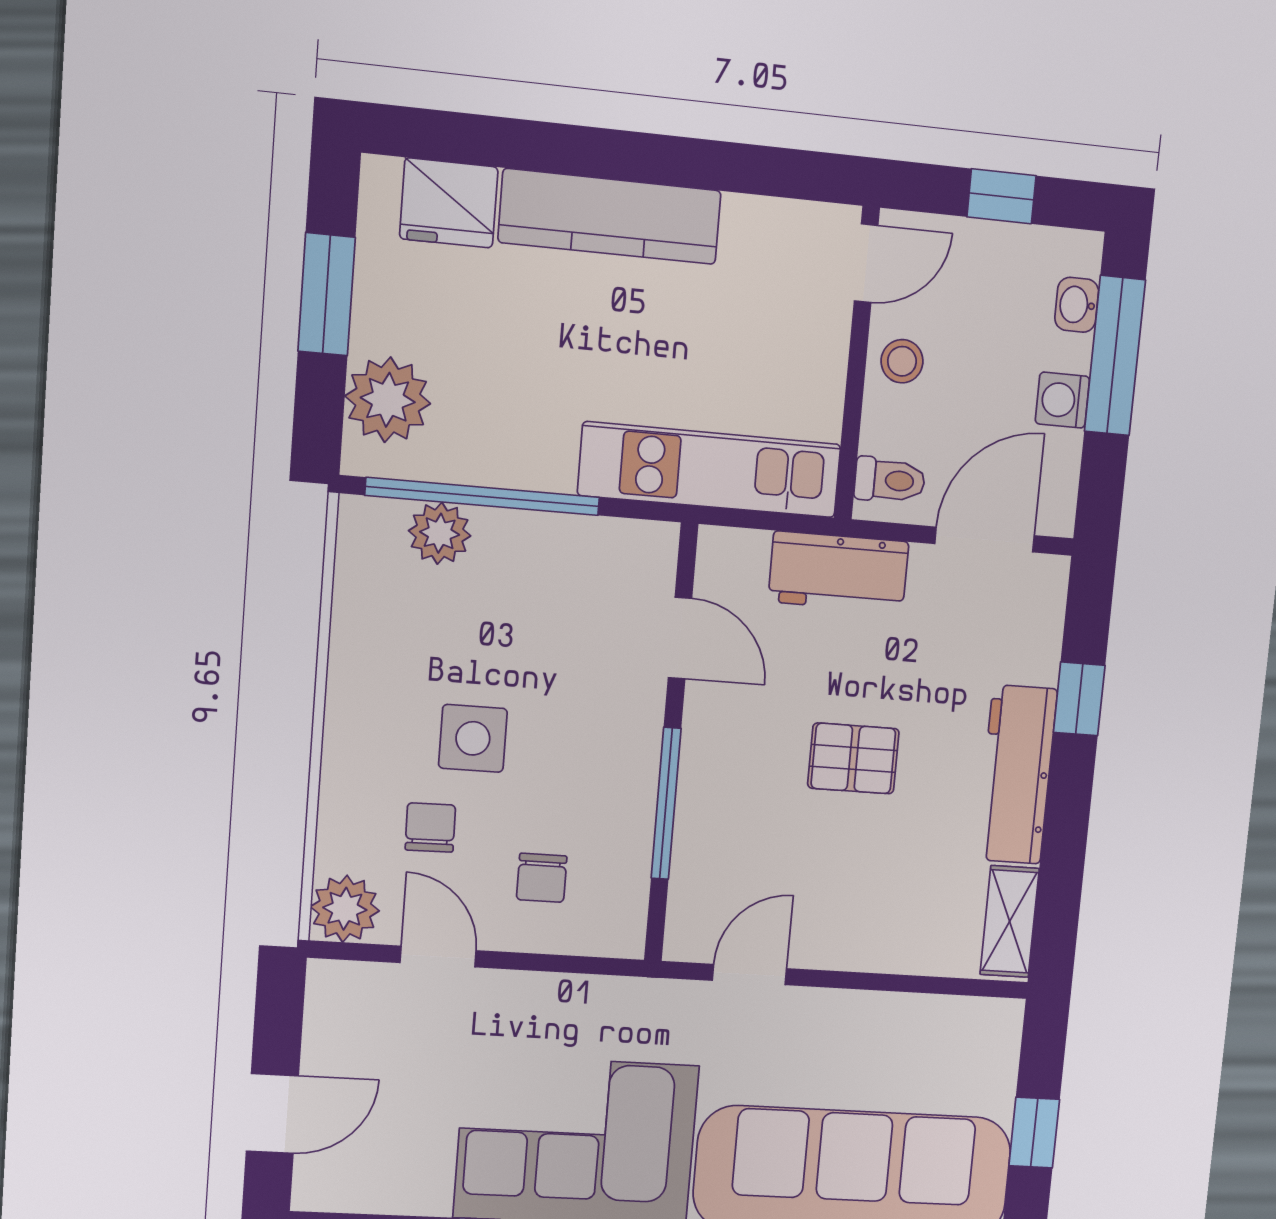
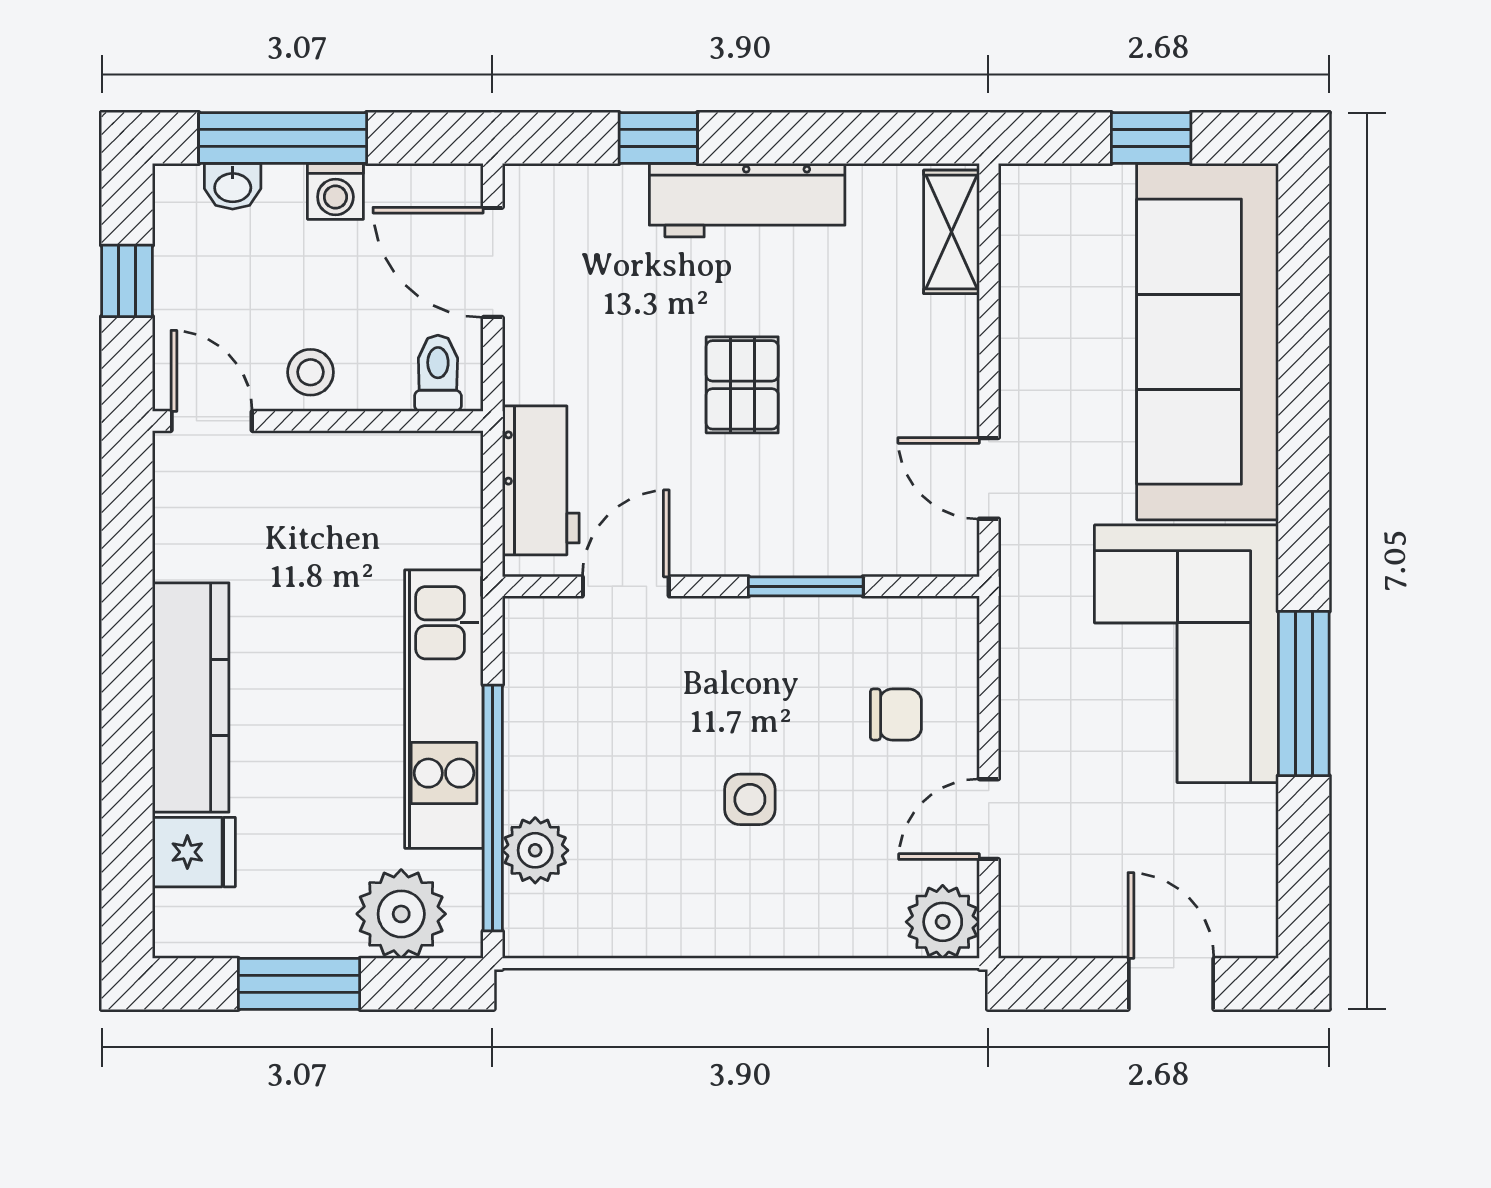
fridge: (449, 203) -> (194, 852), width x0.72
kitchen unit: (710, 470) -> (444, 709), moved
workbench: (838, 572) -> (541, 480), moved
side table: (473, 738) -> (750, 799), width x0.73, depth x0.73
window: (666, 803) -> (806, 586), width x0.69
chair: (430, 827) -> (849, 838), removed
shelving: (1010, 921) -> (952, 232), moved, turned 90

